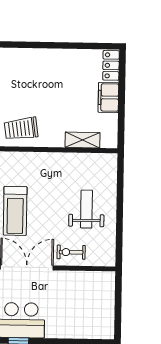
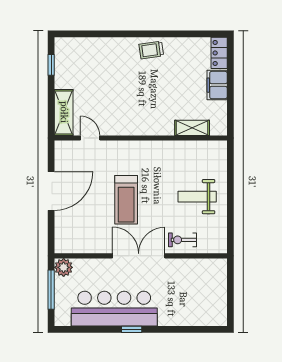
trolley: (21, 129) -> (151, 50), moved, width x0.73, depth x0.72
weight bench: (86, 209) -> (197, 197), turned -90

